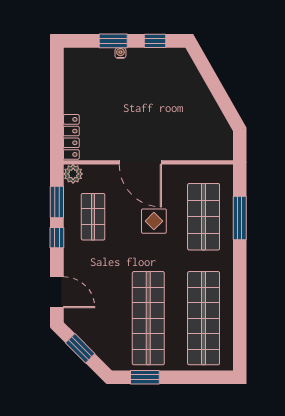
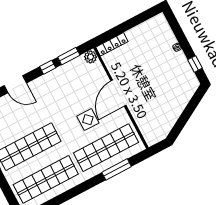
window: (113, 41) -> (182, 39), removed
shop shelf: (93, 217) -> (71, 82), removed
shop shelf: (204, 217) -> (106, 148), width x1.40
door: (57, 292) -> (15, 84), hinge flipped

